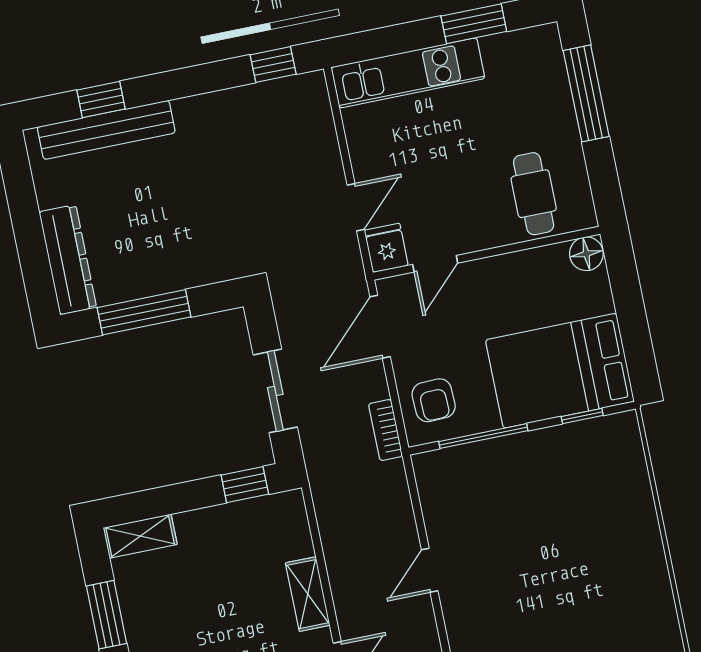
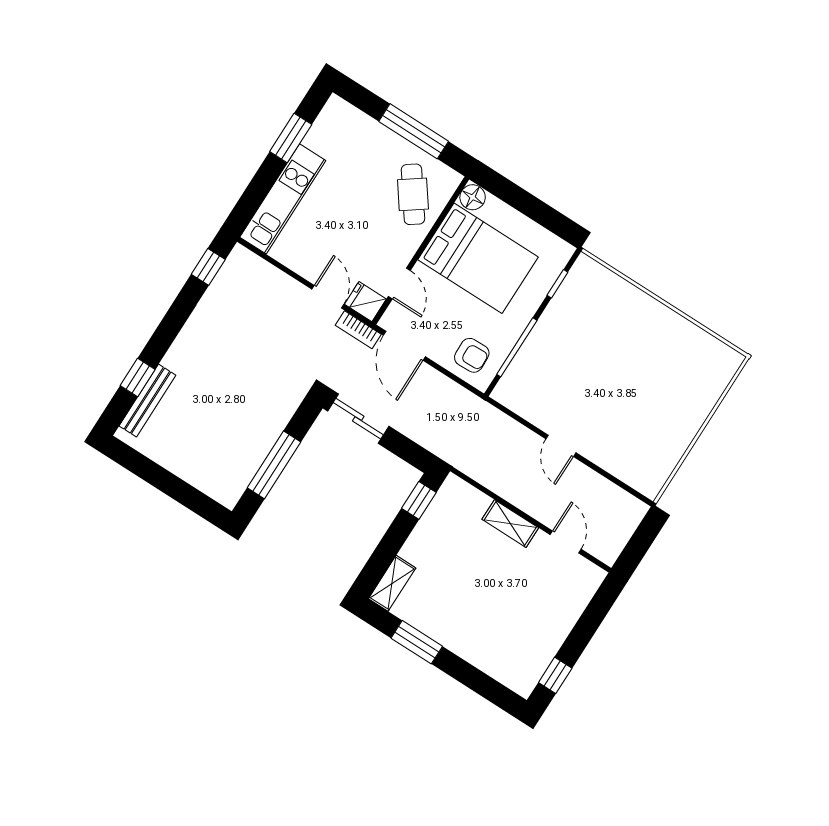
window: (586, 93) -> (414, 131), moved
bench: (106, 130) -> (147, 401), width x0.73, depth x0.82
cafe table: (534, 194) -> (413, 194), turned 54
dresser: (68, 260) -> (206, 478), removed
bed: (560, 371) -> (478, 258), moved, turned -90
sliding door: (275, 391) -> (358, 419), moved
bookcase: (386, 430) -> (358, 330), moved

